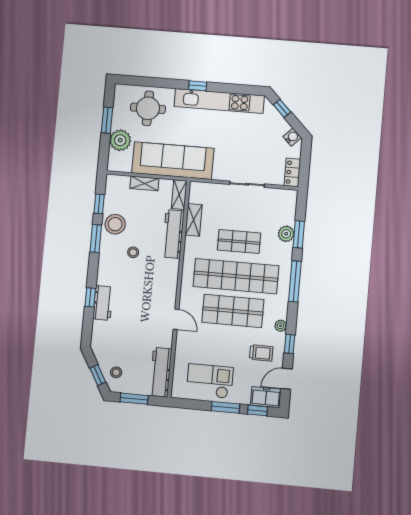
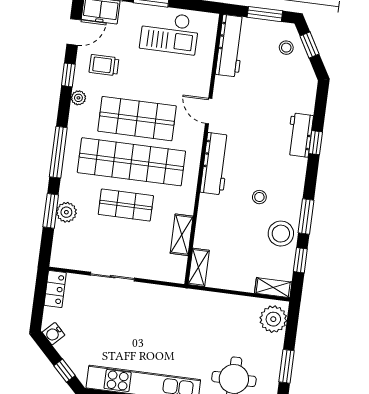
plant: (120, 140) -> (273, 319), moved
sofa: (173, 161) -> (205, 311), removed
shelving: (144, 183) -> (273, 288), moved
workbench: (173, 234) -> (215, 164), moved

